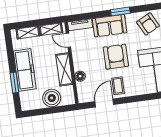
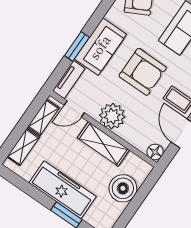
window: (120, 11) -> (77, 46), moved
armchair: (116, 57) -> (143, 72), turned 180
plant: (81, 61) -> (112, 116), added
floor lamp: (80, 76) -> (155, 152), moved

